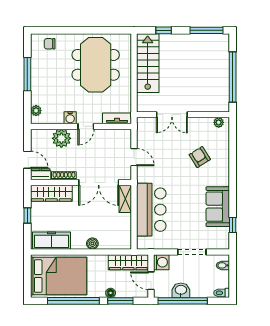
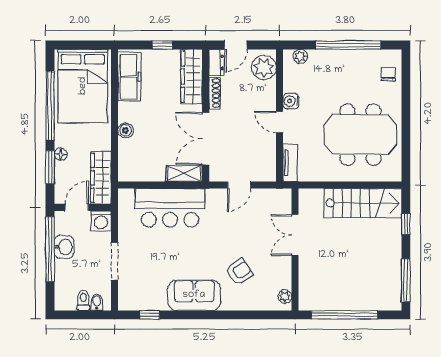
window: (27, 74) -> (348, 45), width x1.46
plant: (61, 138) -> (264, 67), moved
sofa: (218, 207) -> (194, 295), moved
toilet: (222, 293) -> (83, 300), moved

